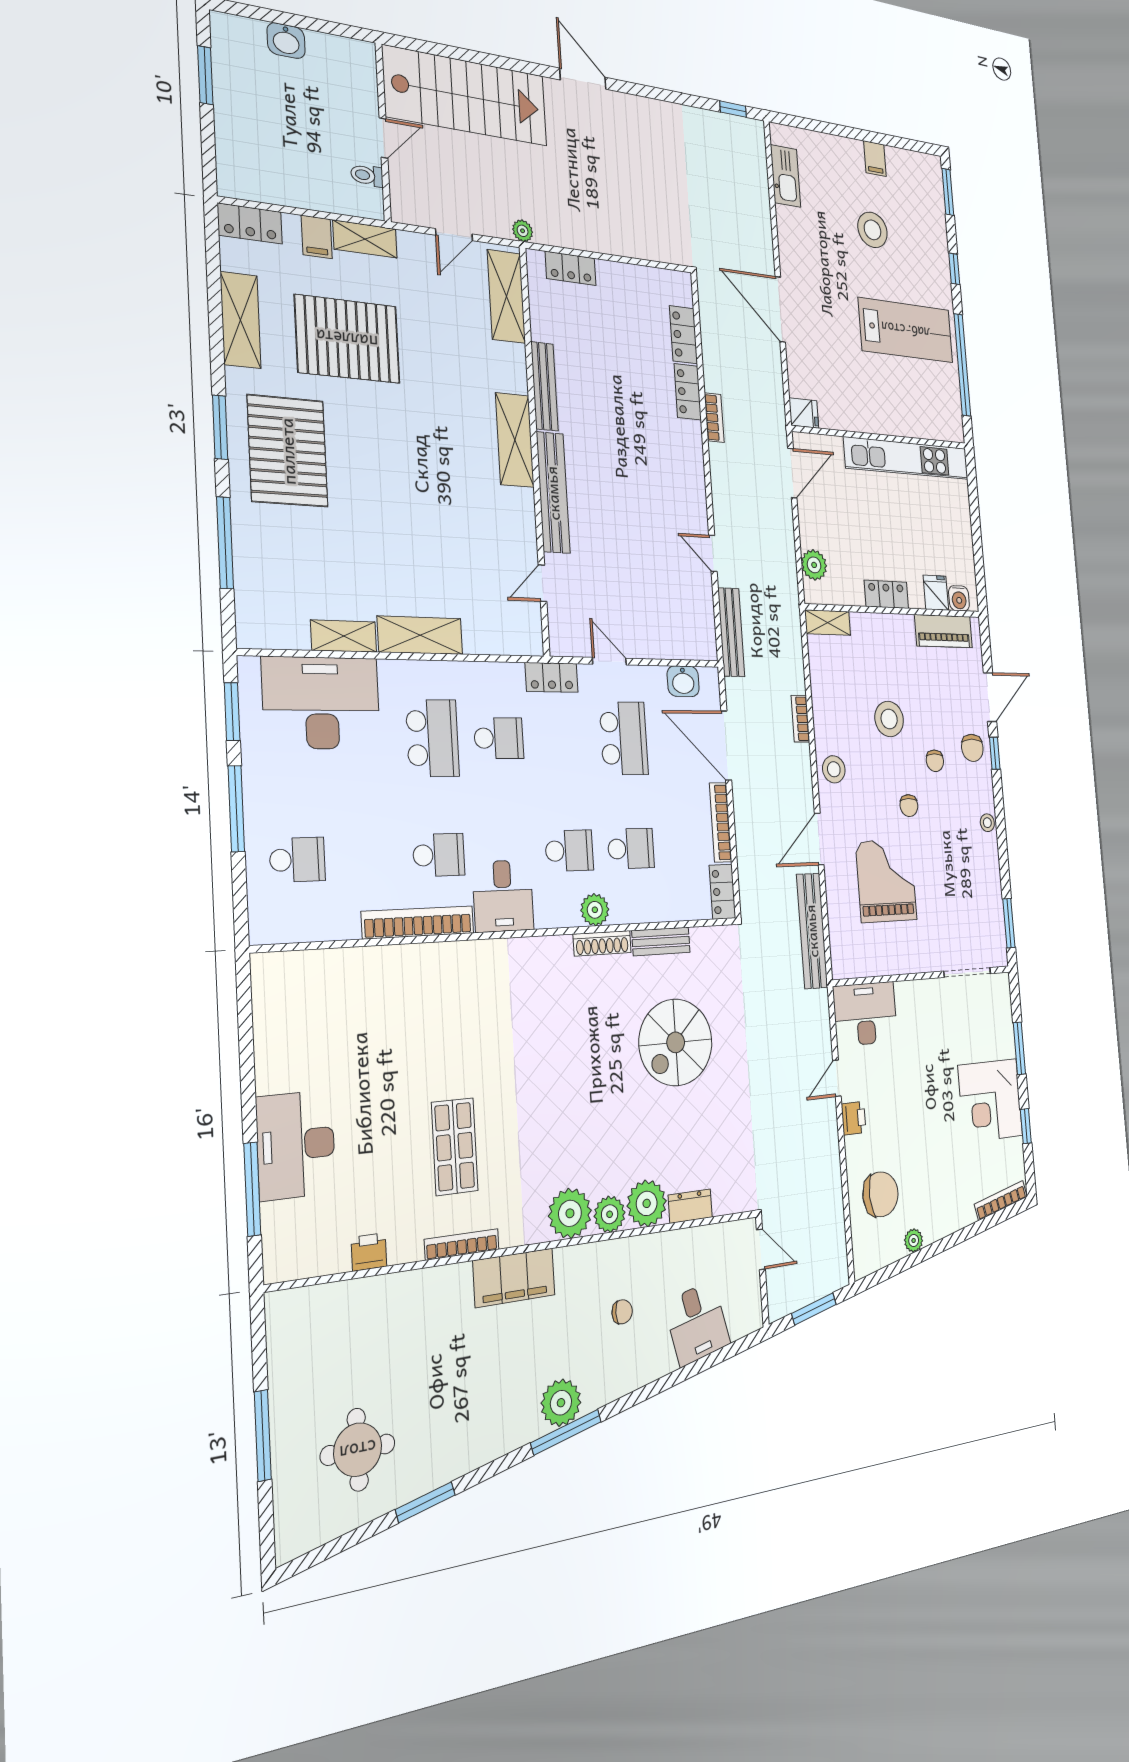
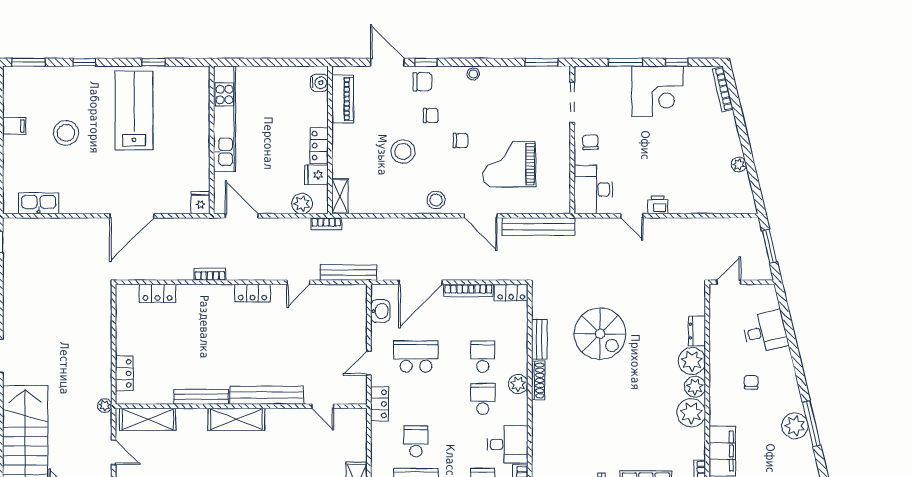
window: (962, 365) -> (154, 62), width x0.32
locker: (688, 392) -> (252, 293), moved
fridge: (936, 593) -> (316, 175), moved
bookcase: (800, 719) -> (326, 224), moved
chair: (880, 1194) -> (590, 142), moved, width x0.54, depth x0.54

